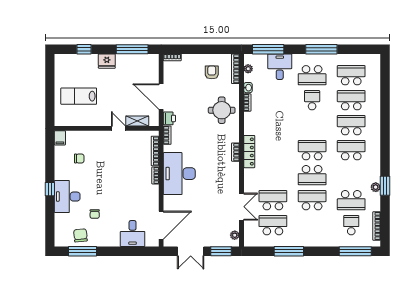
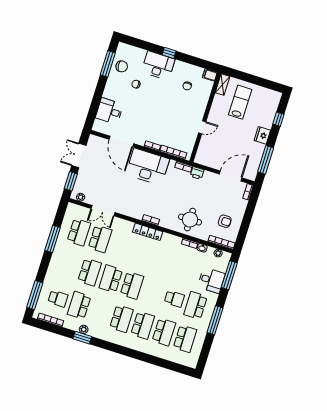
door: (161, 97) -> (231, 176), moved
shelving: (137, 121) -> (222, 85), moved
door: (161, 225) -> (121, 142), moved

